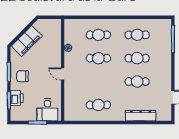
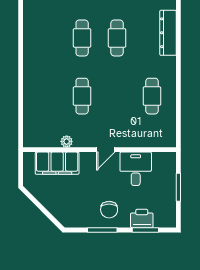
cafe table: (98, 35) -> (47, 96), removed
cafe table: (137, 35) -> (47, 38), removed
filing cabinet: (27, 41) -> (57, 163), moved, turned 135
desk: (47, 110) -> (136, 169), moved, turned -90

